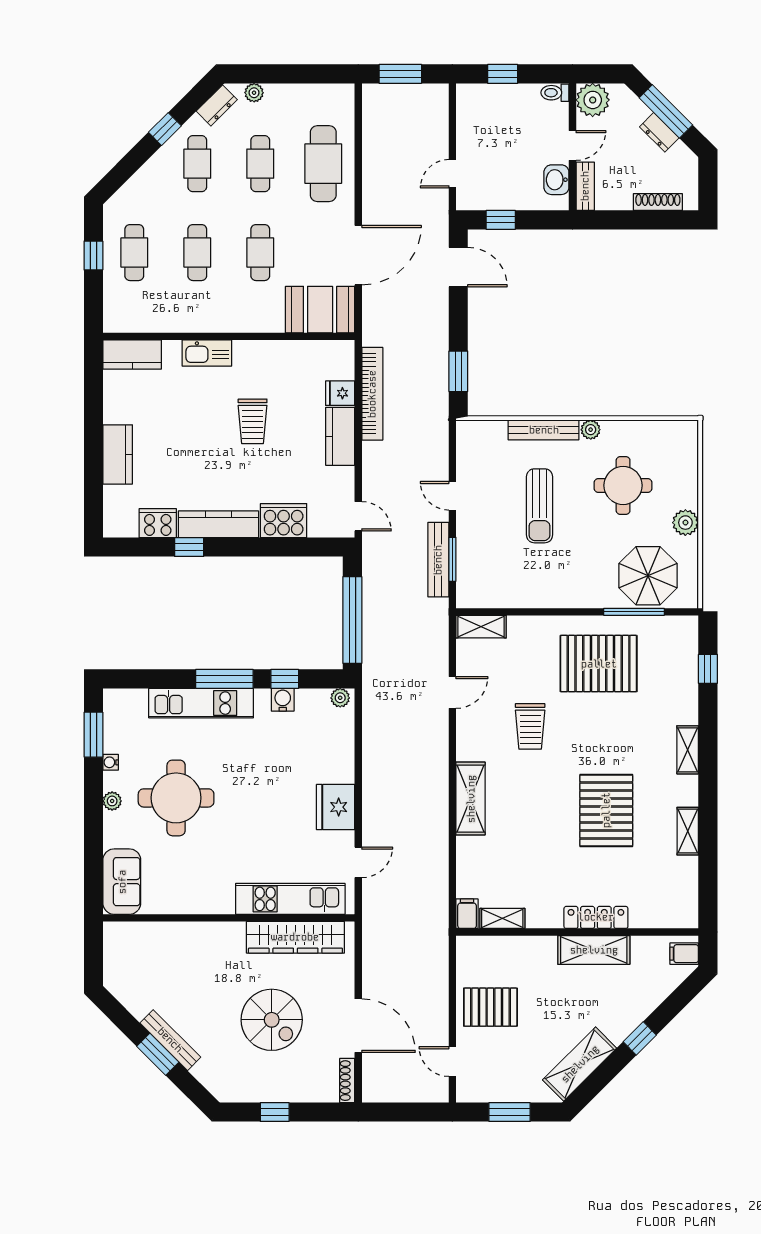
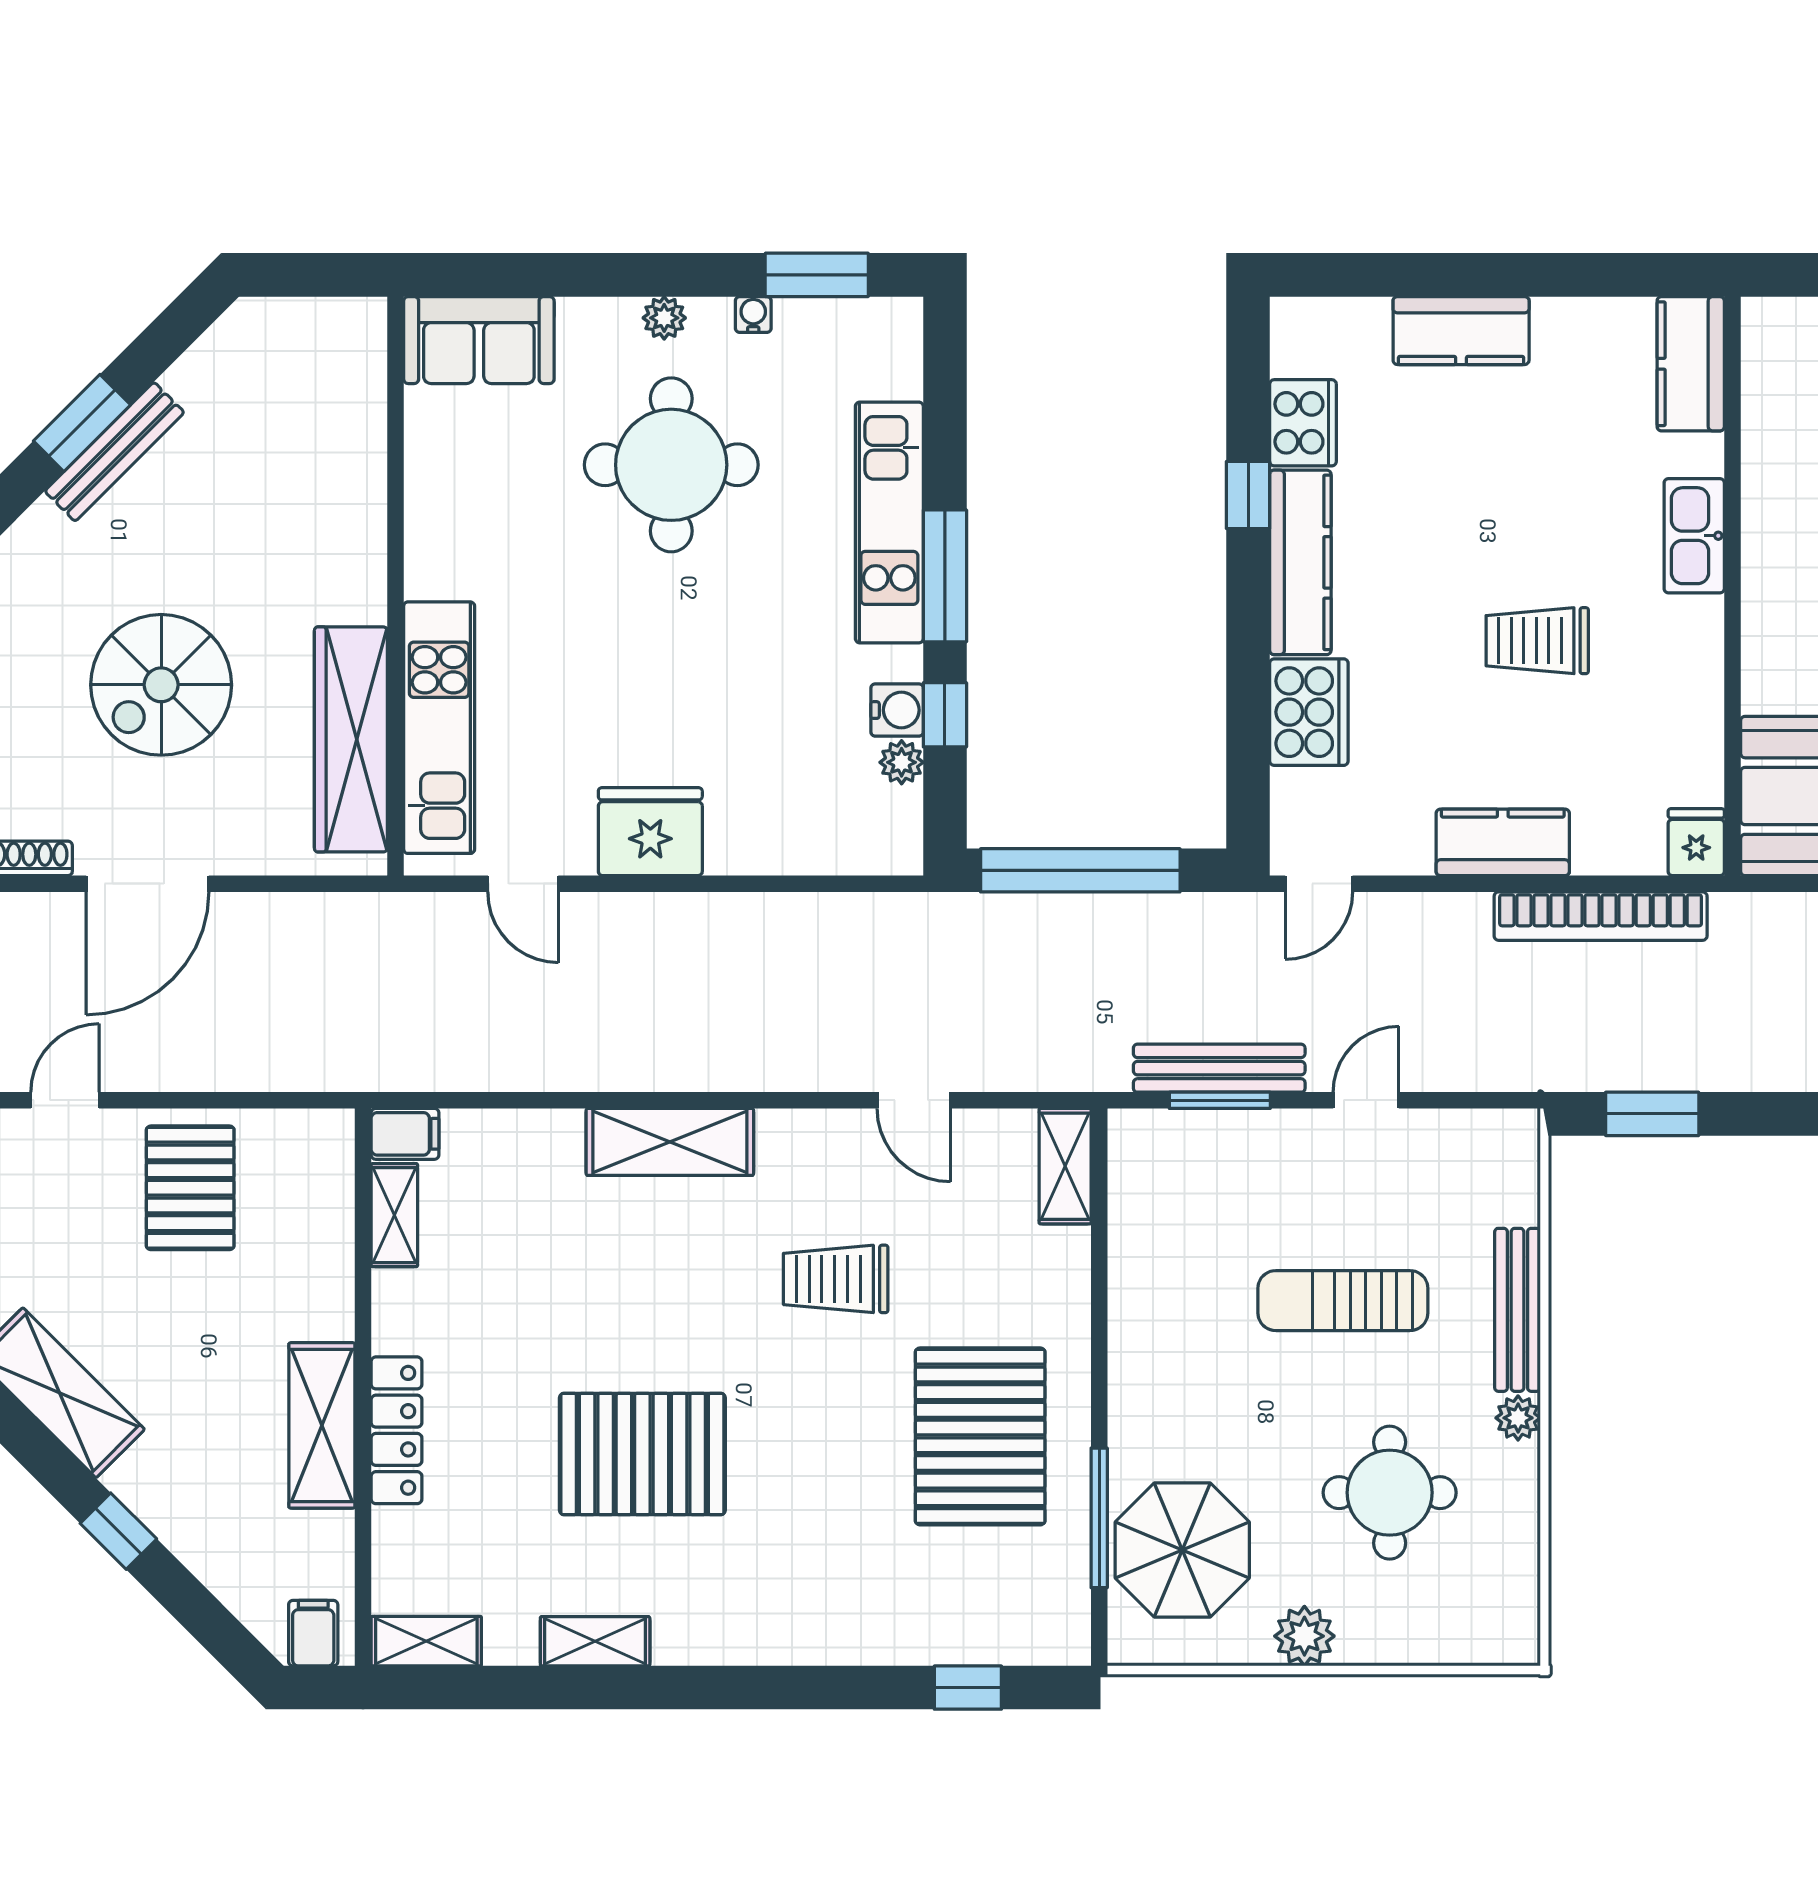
fridge: (340, 393) -> (1696, 842), moved
plant: (340, 698) -> (902, 762), moved
shelving: (688, 750) -> (426, 1641), moved

